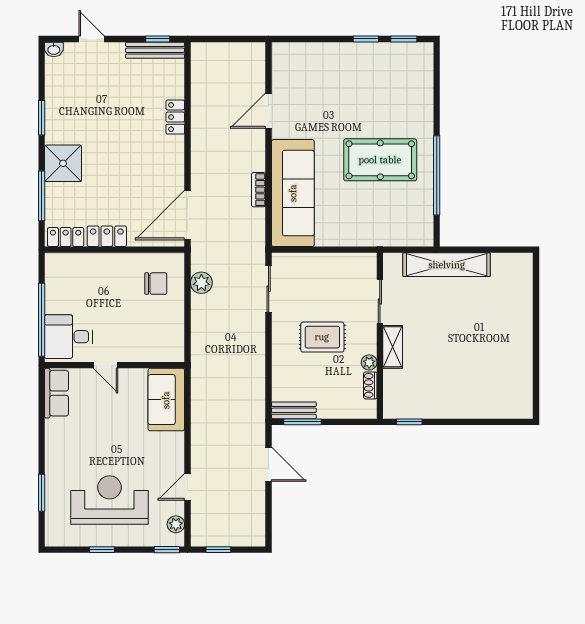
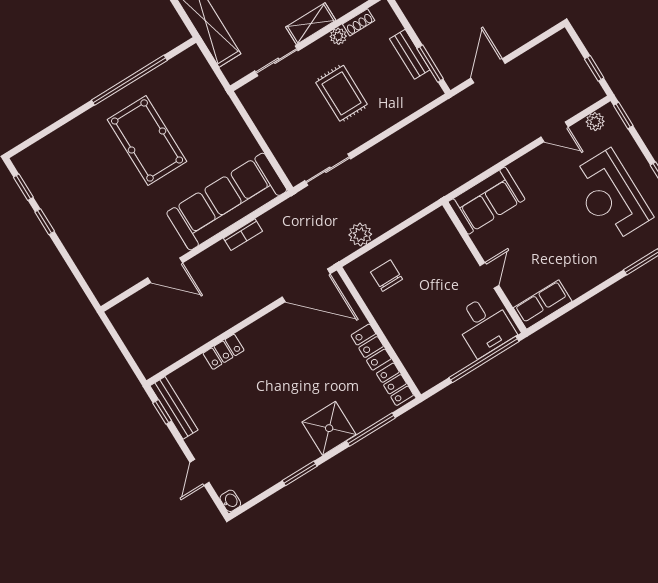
bench: (294, 410) -> (410, 54), moved

